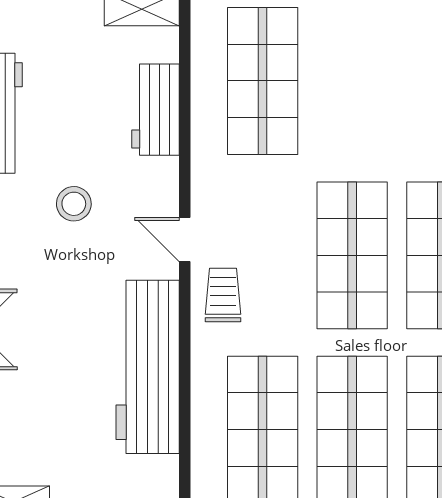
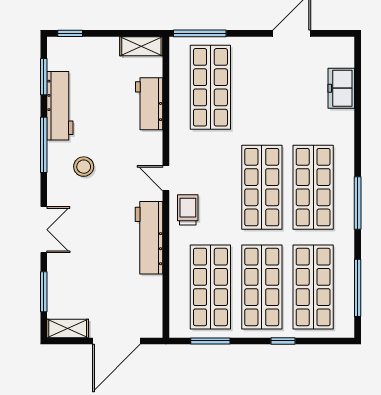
stool: (74, 204) -> (84, 167), moved
workbench: (148, 367) -> (149, 238), width x0.73, depth x0.76

